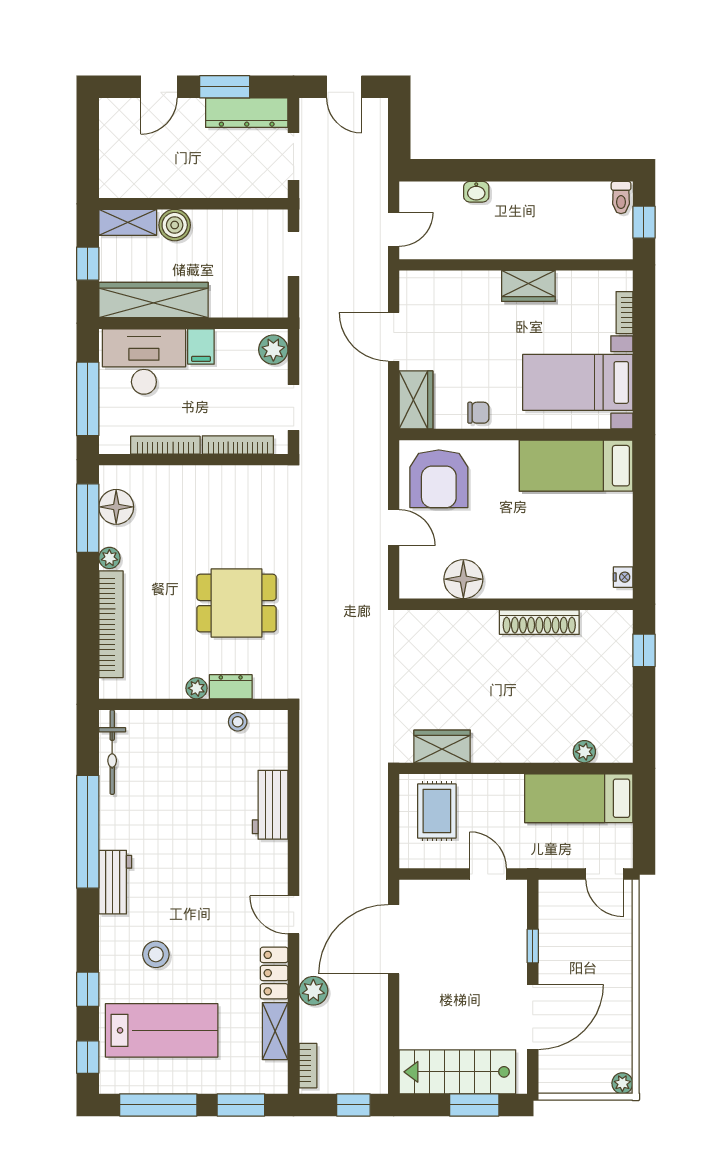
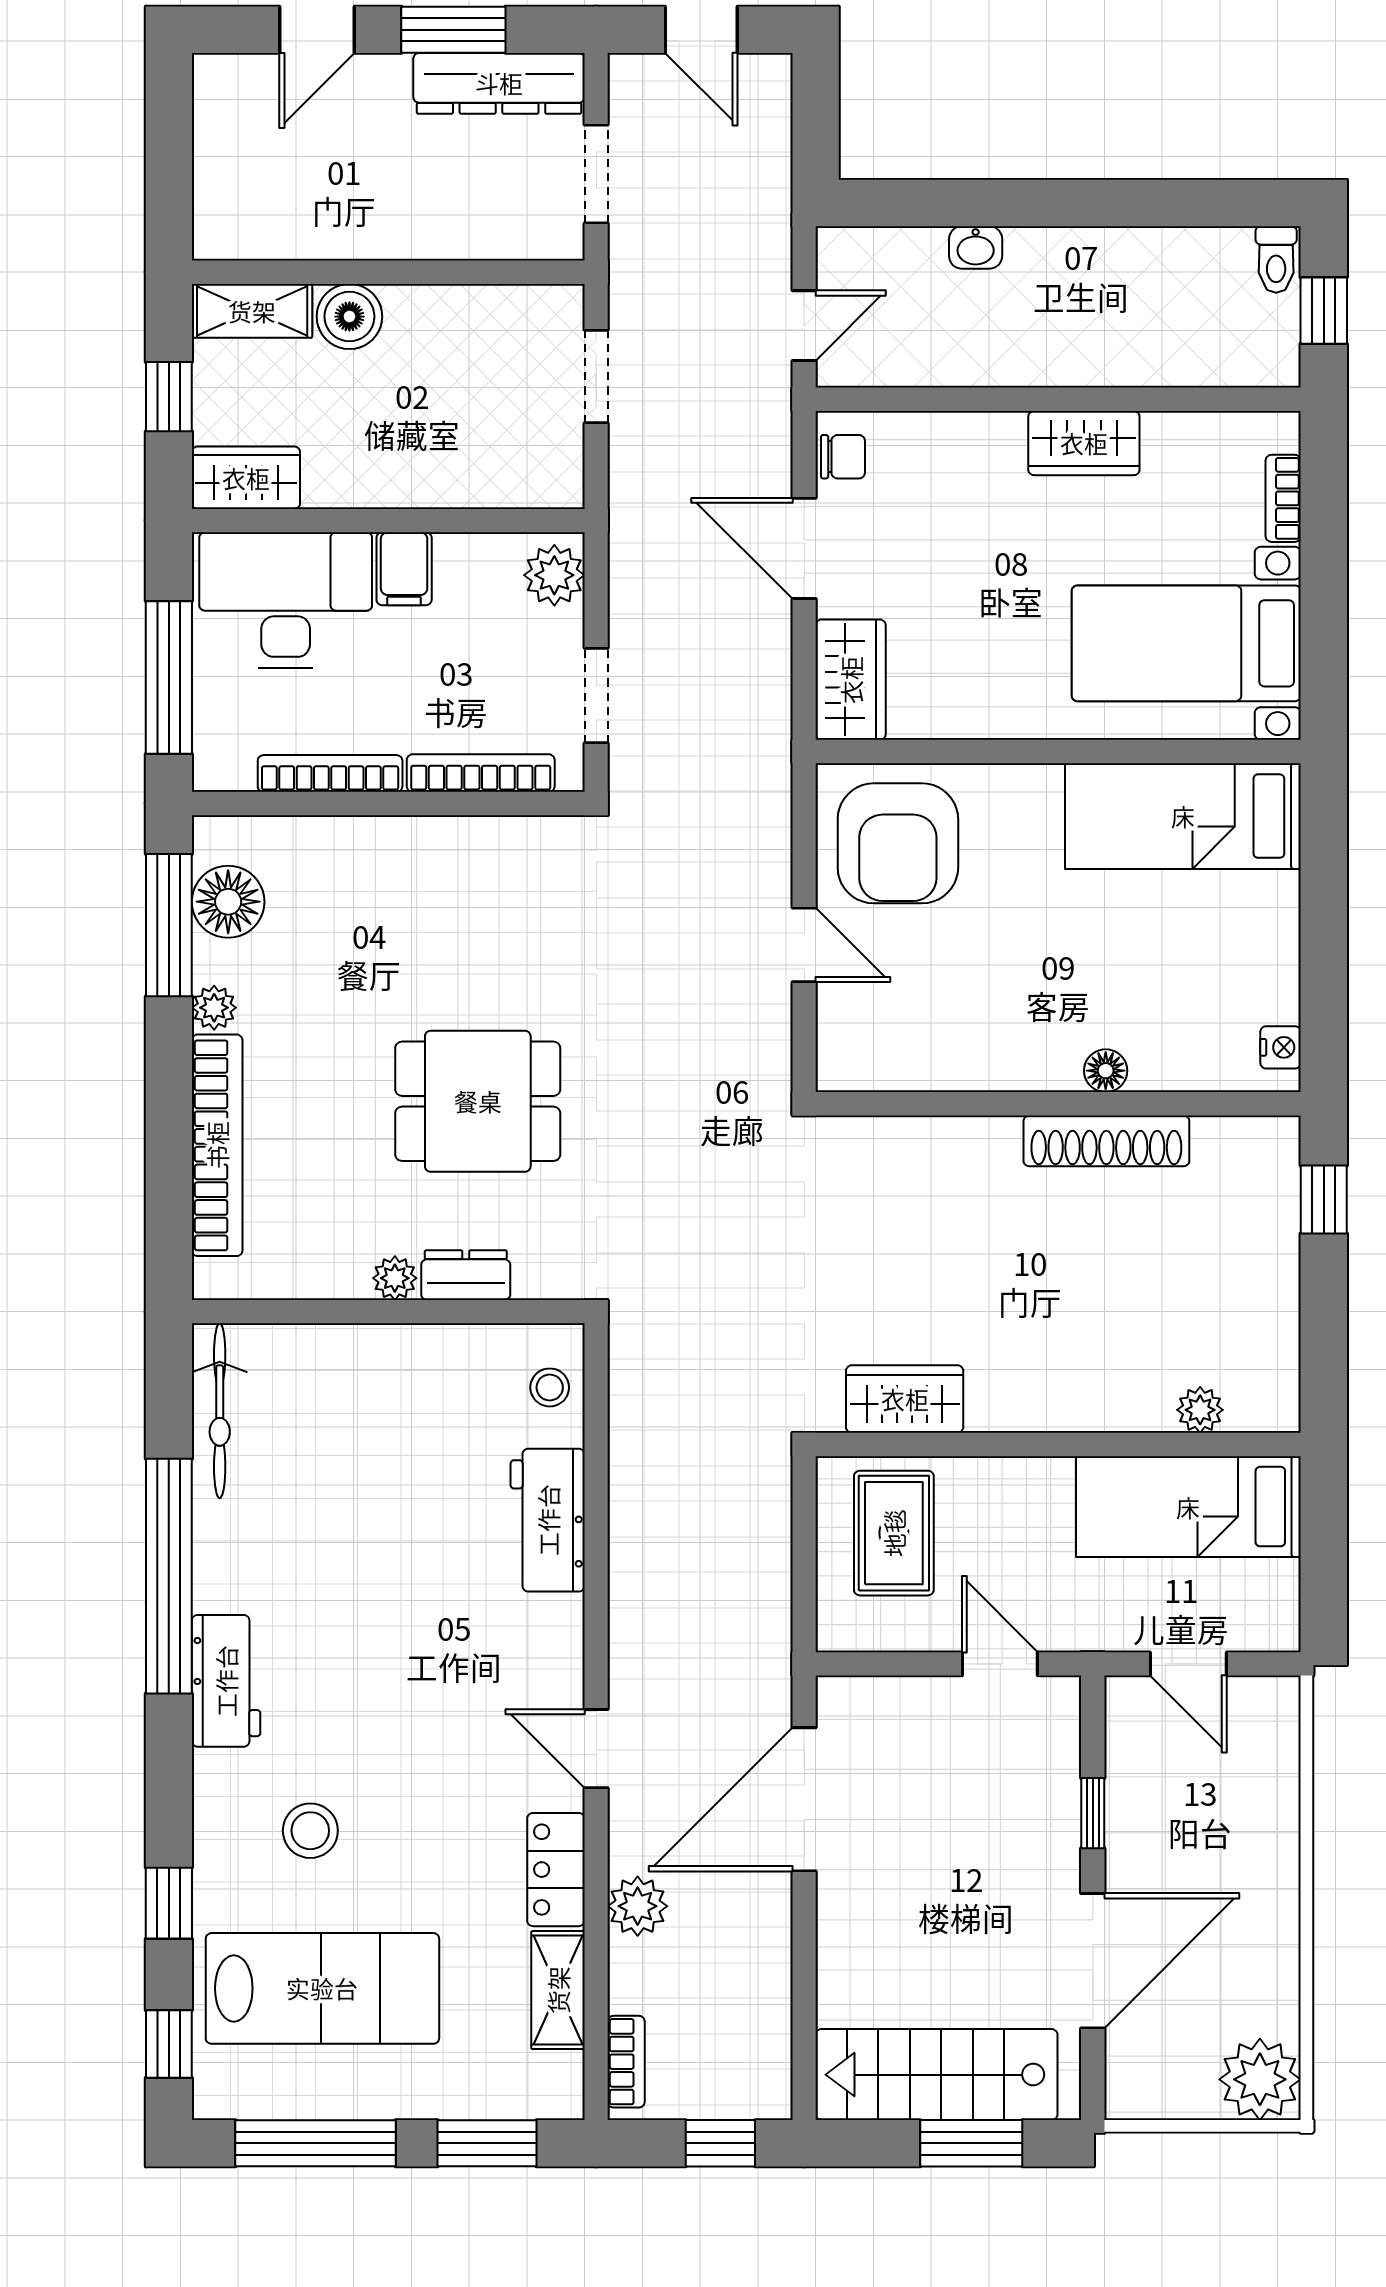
wardrobe: (153, 300) -> (246, 478), width x0.48, depth x0.85
chair: (478, 413) -> (843, 457), moved
floor lamp: (463, 579) -> (1106, 1071), moved, width x0.53, depth x0.53
stool: (238, 722) -> (550, 1387), moved
door: (604, 874) -> (1188, 1664), moved
plant: (622, 1083) -> (1260, 2079), width x1.87, depth x1.87

